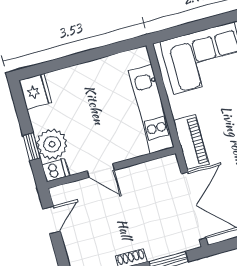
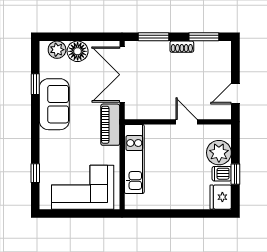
window: (32, 147) -> (235, 174), moved
dishwasher: (56, 170) -> (222, 174), moved

